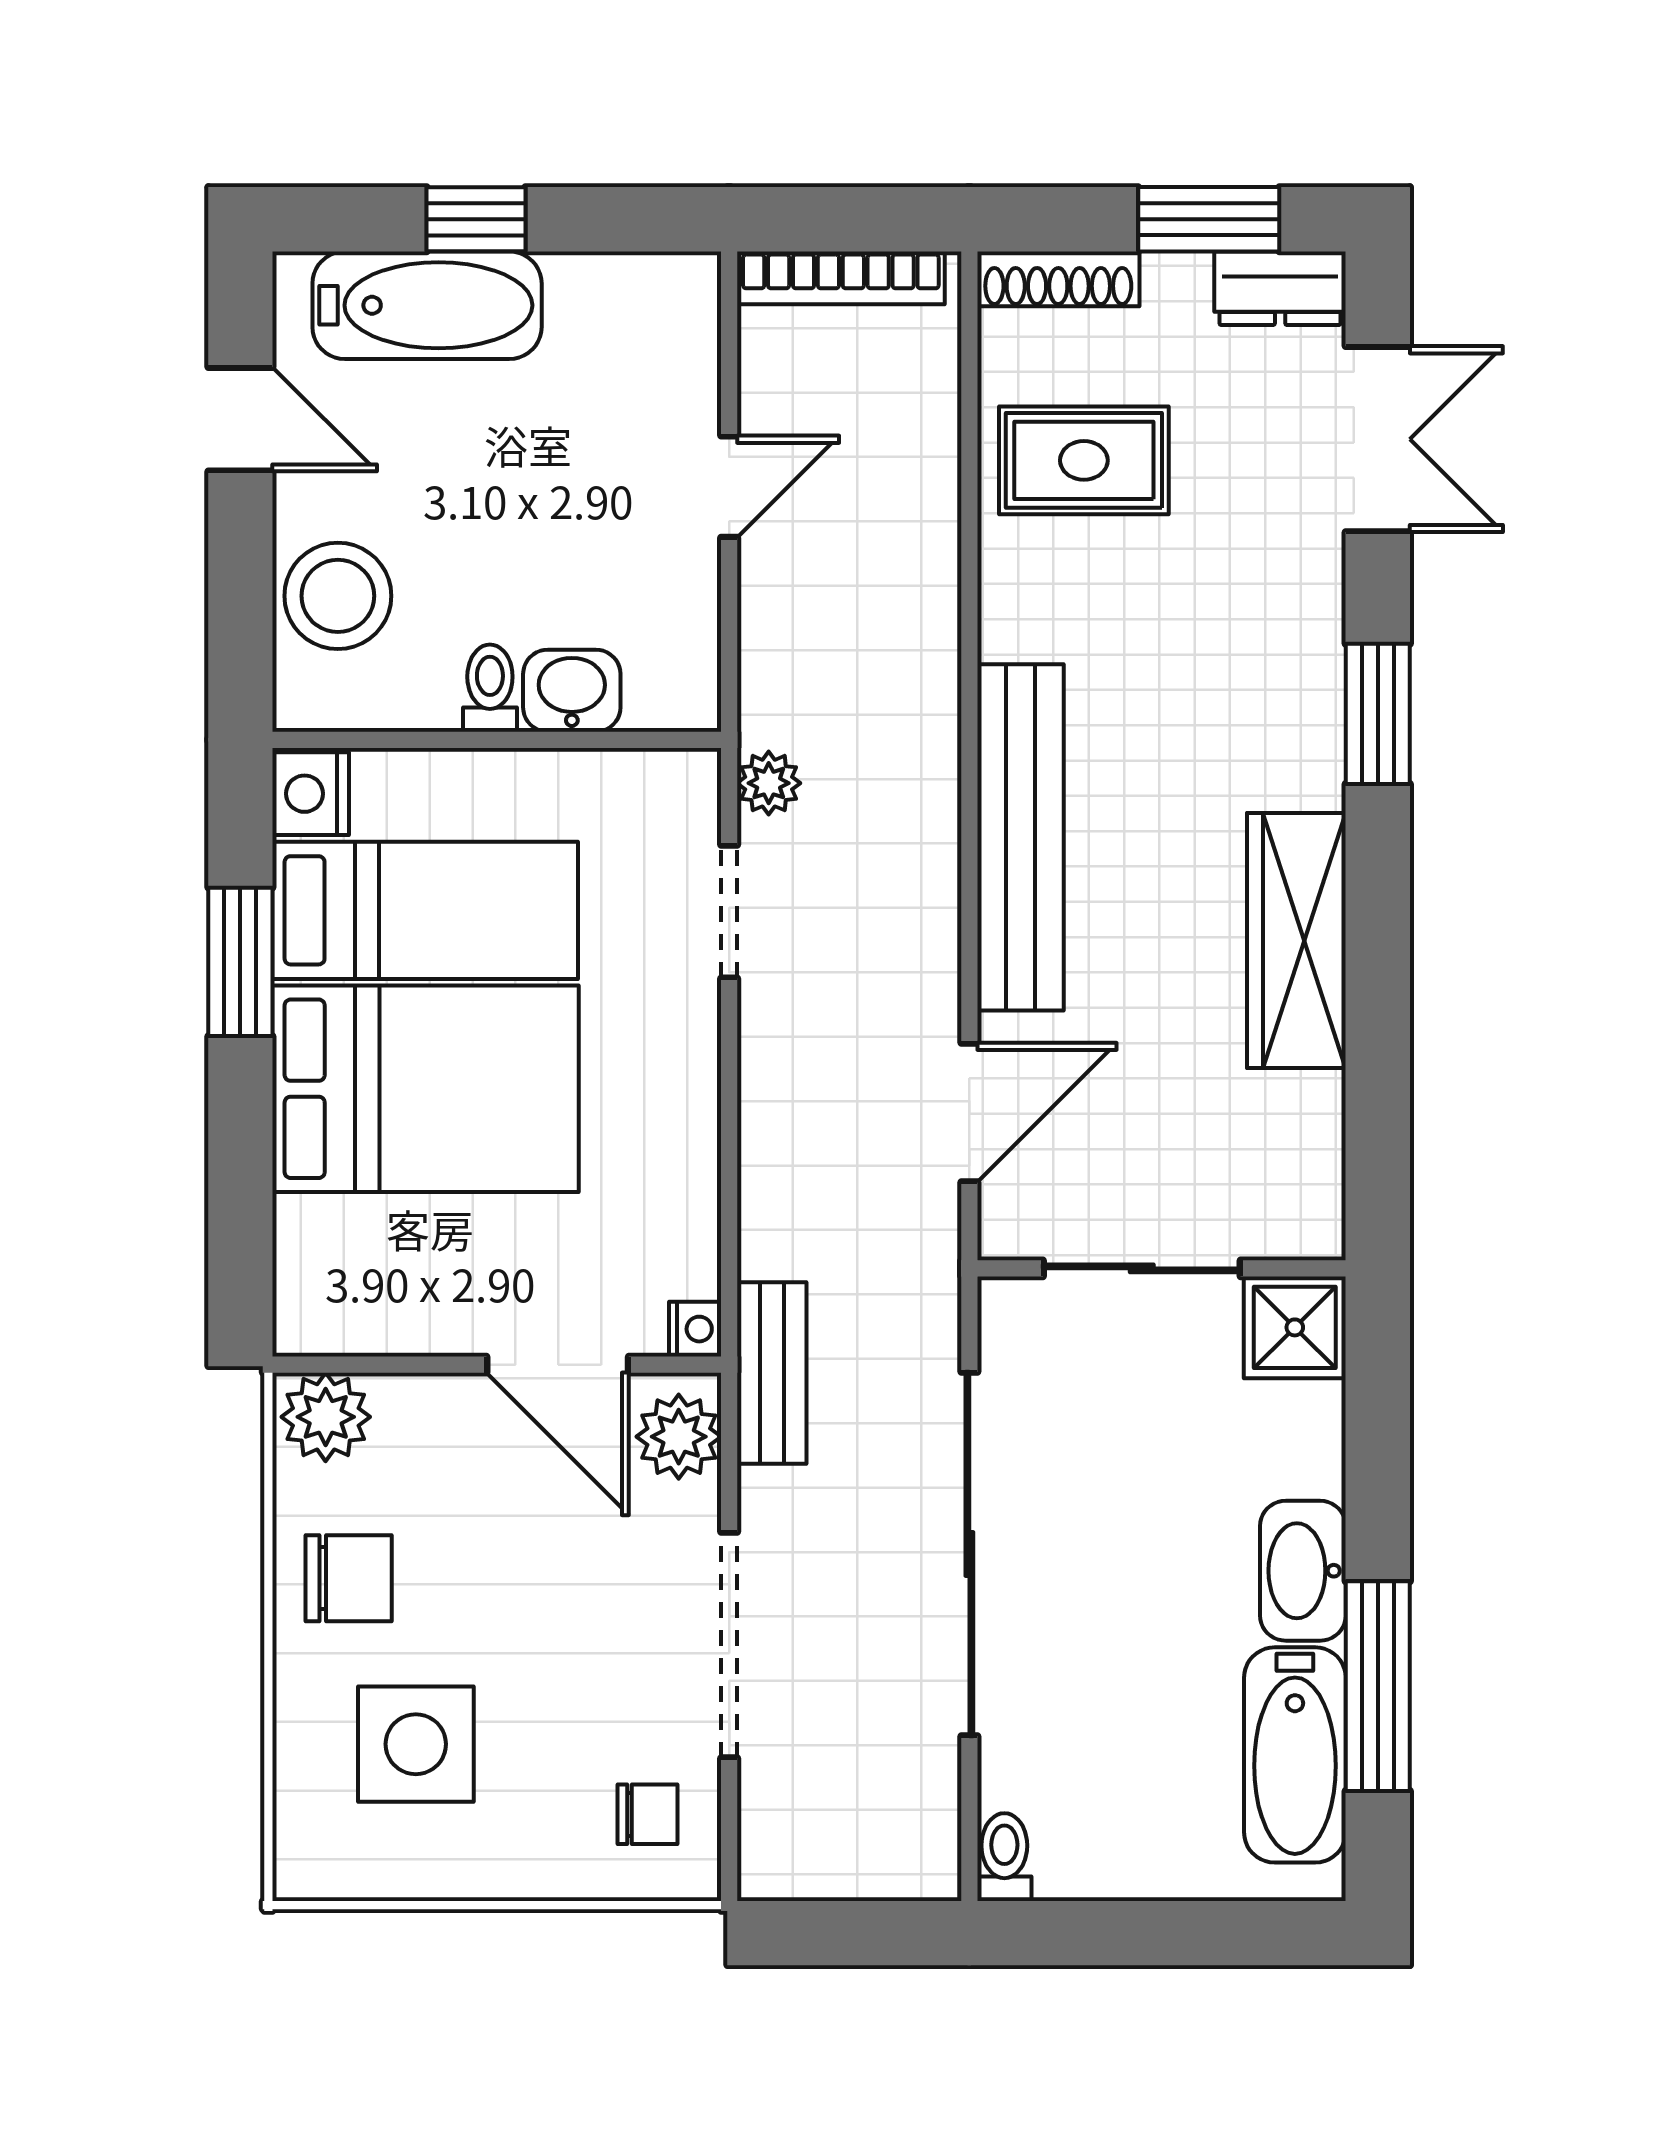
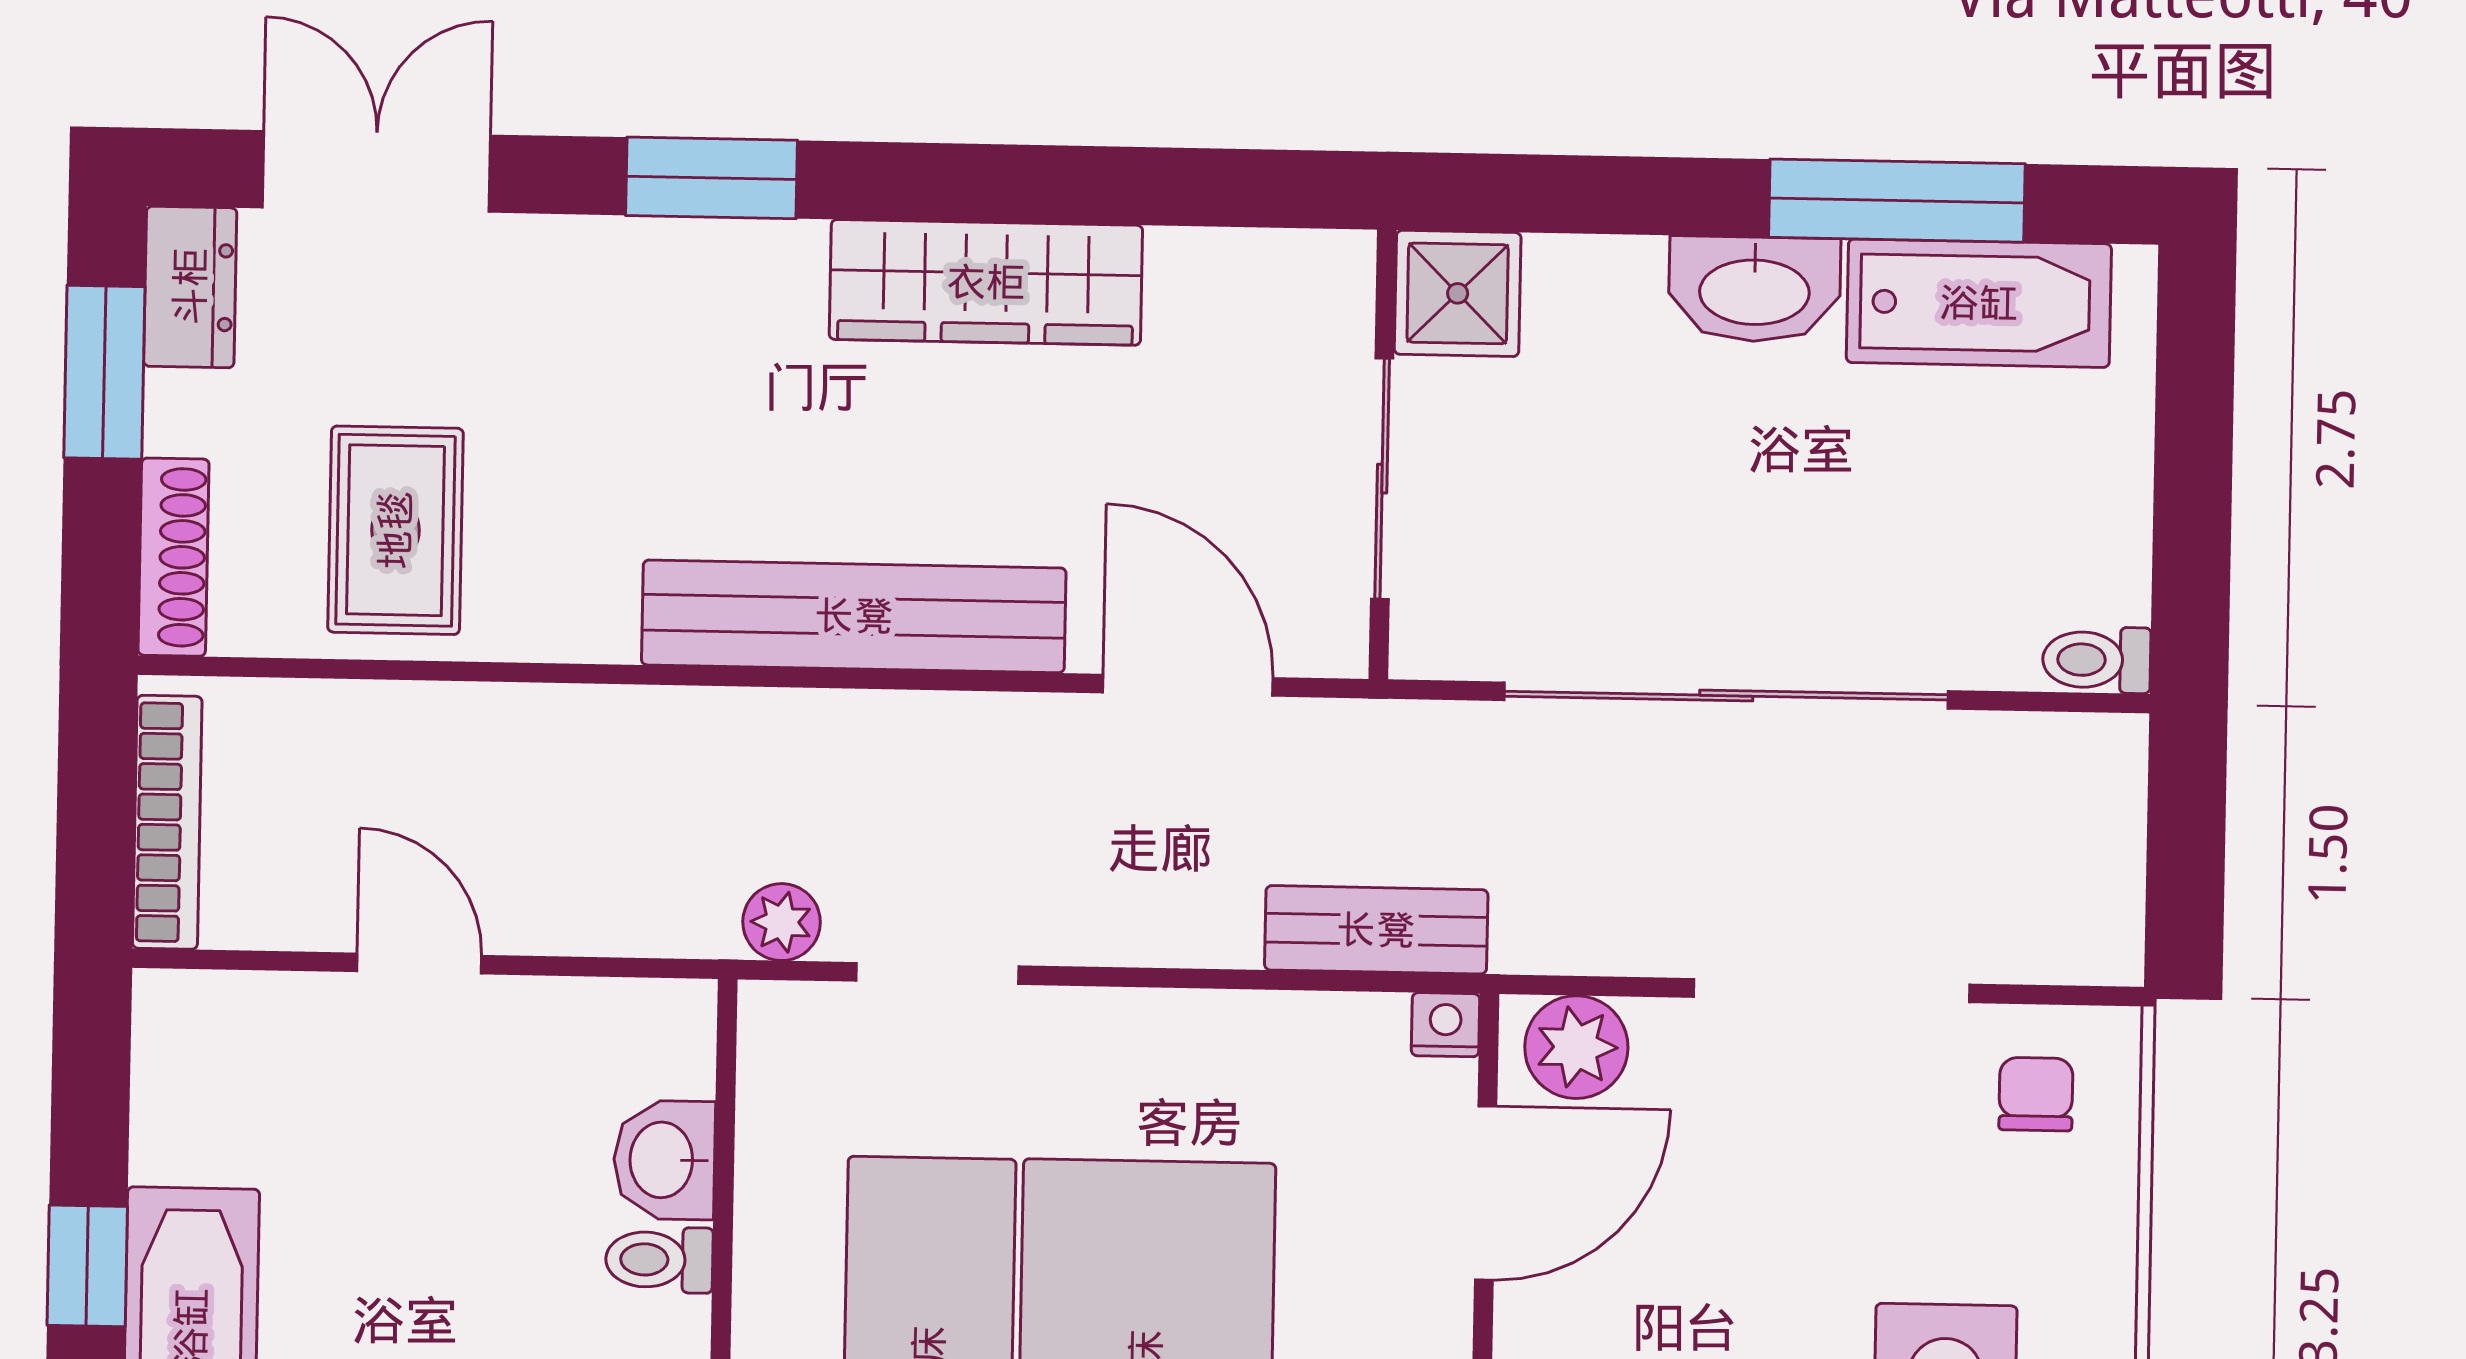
bench: (772, 1373) -> (1376, 930), moved

